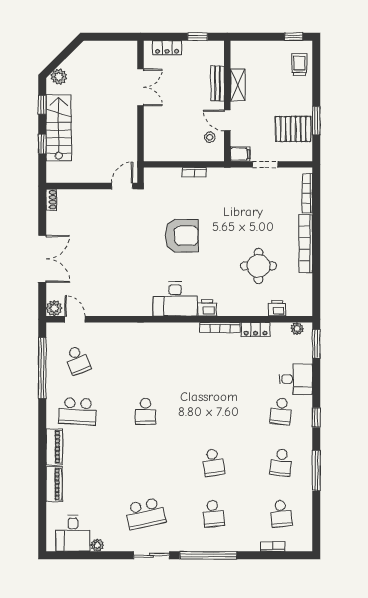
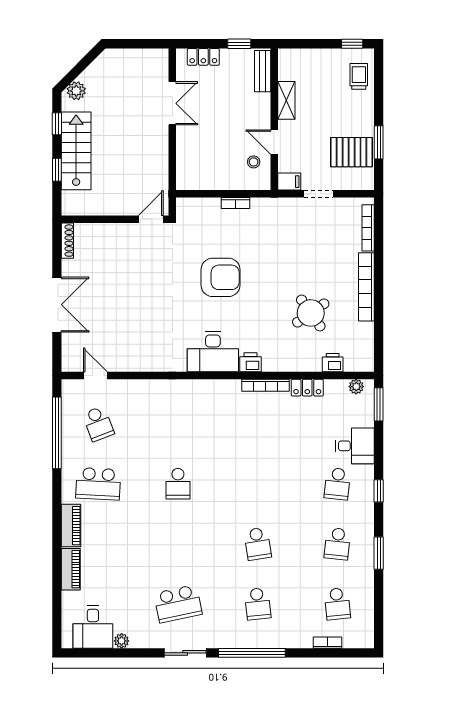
bench: (217, 83) -> (263, 71), moved
shoe rack: (51, 200) -> (67, 241), width x1.43
round table: (258, 266) -> (311, 313), turned -35
plant: (54, 308) -> (71, 363), removed
window: (316, 470) -> (379, 553), width x0.69

